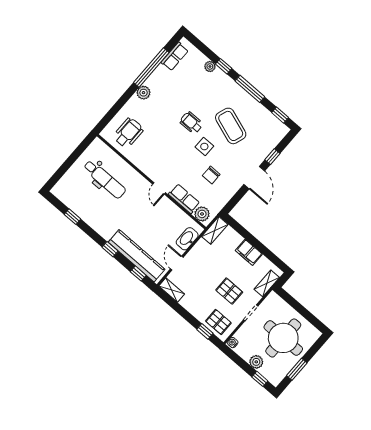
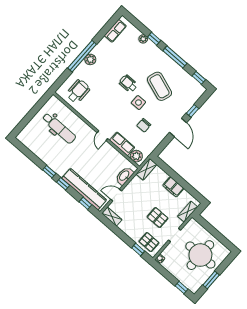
window: (151, 68) -> (82, 56), moved
window: (72, 217) -> (49, 172), moved
door: (177, 263) -> (116, 195), hinge flipped
plant: (256, 362) -> (179, 274), removed

